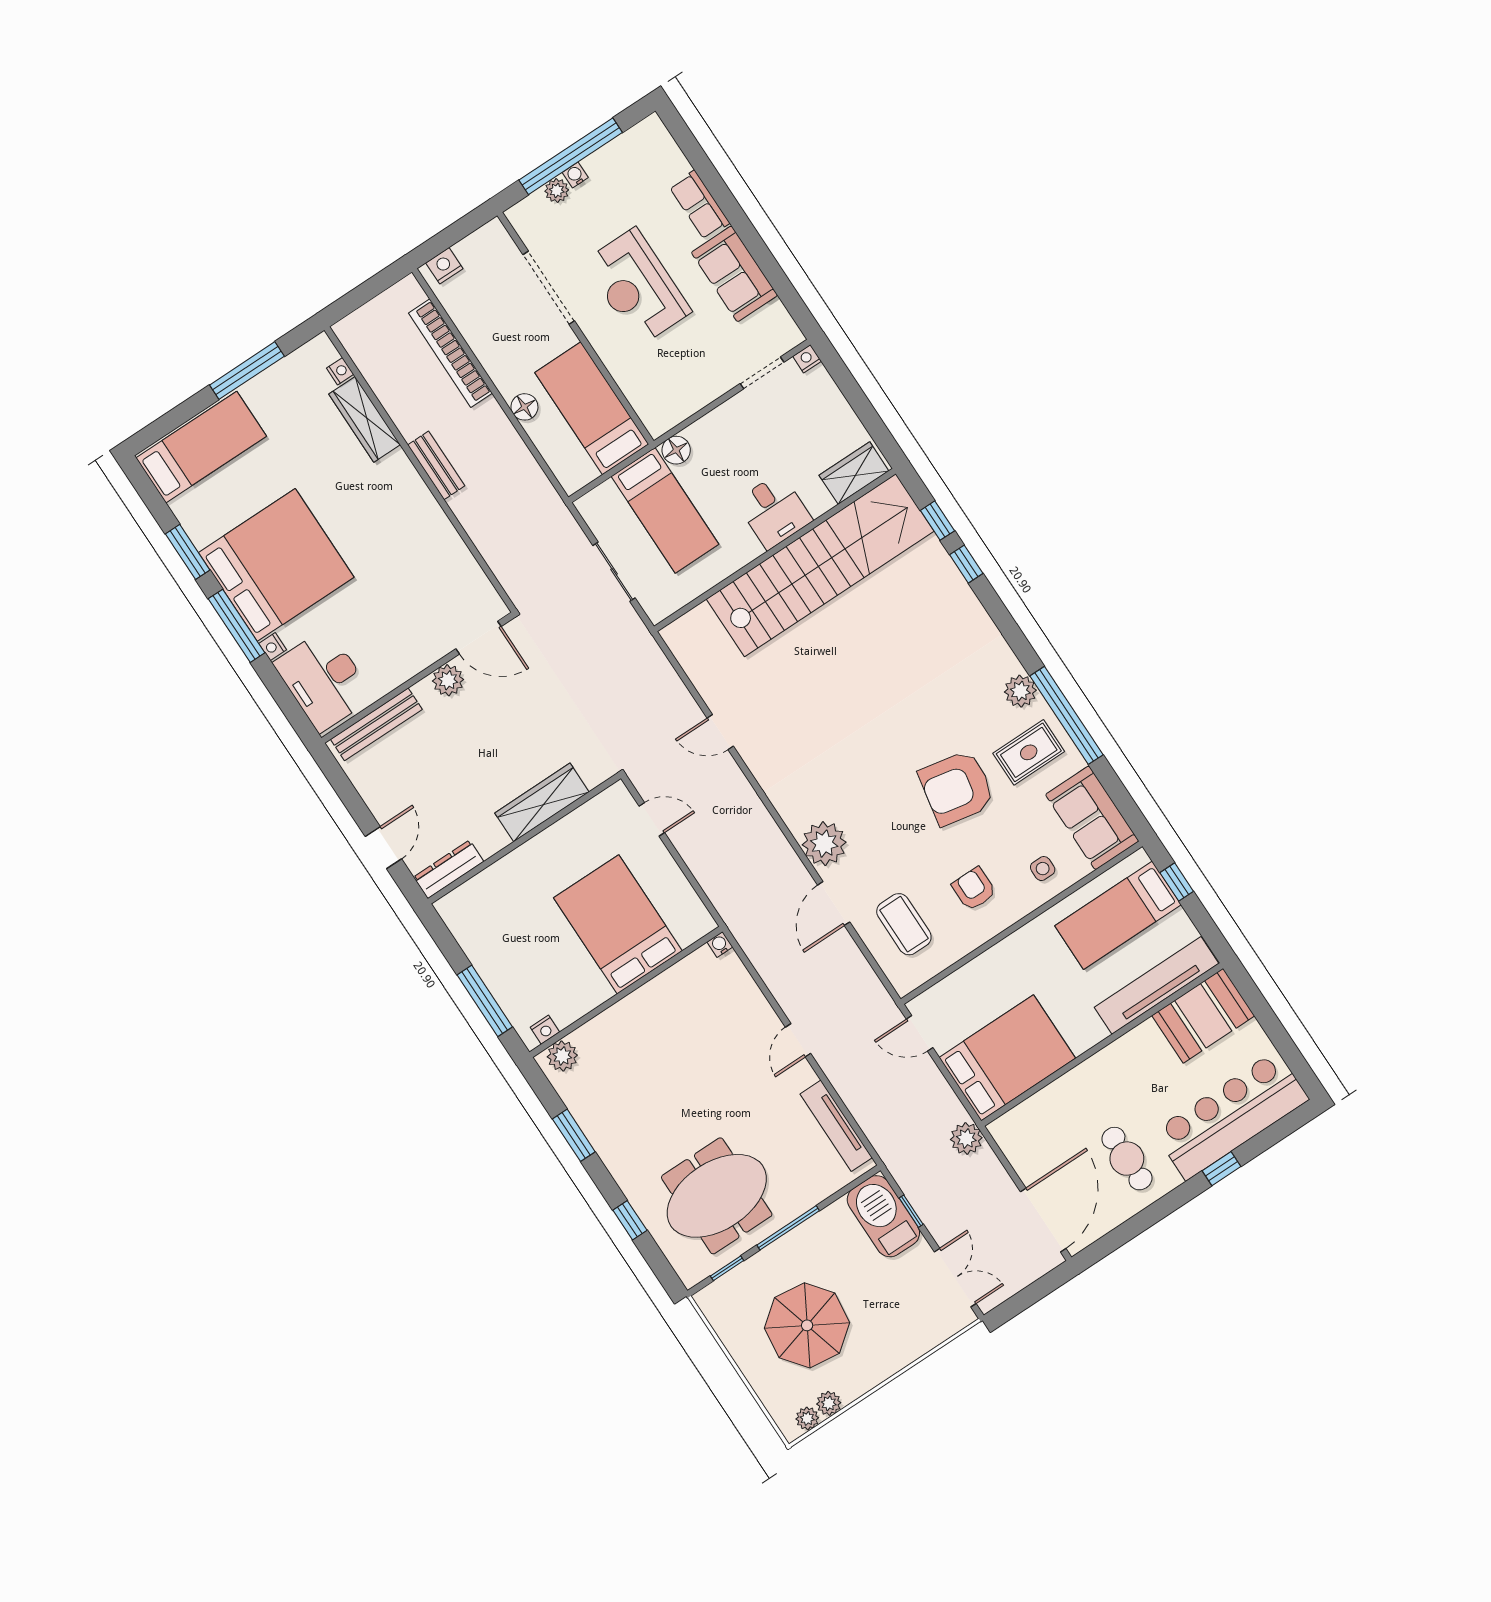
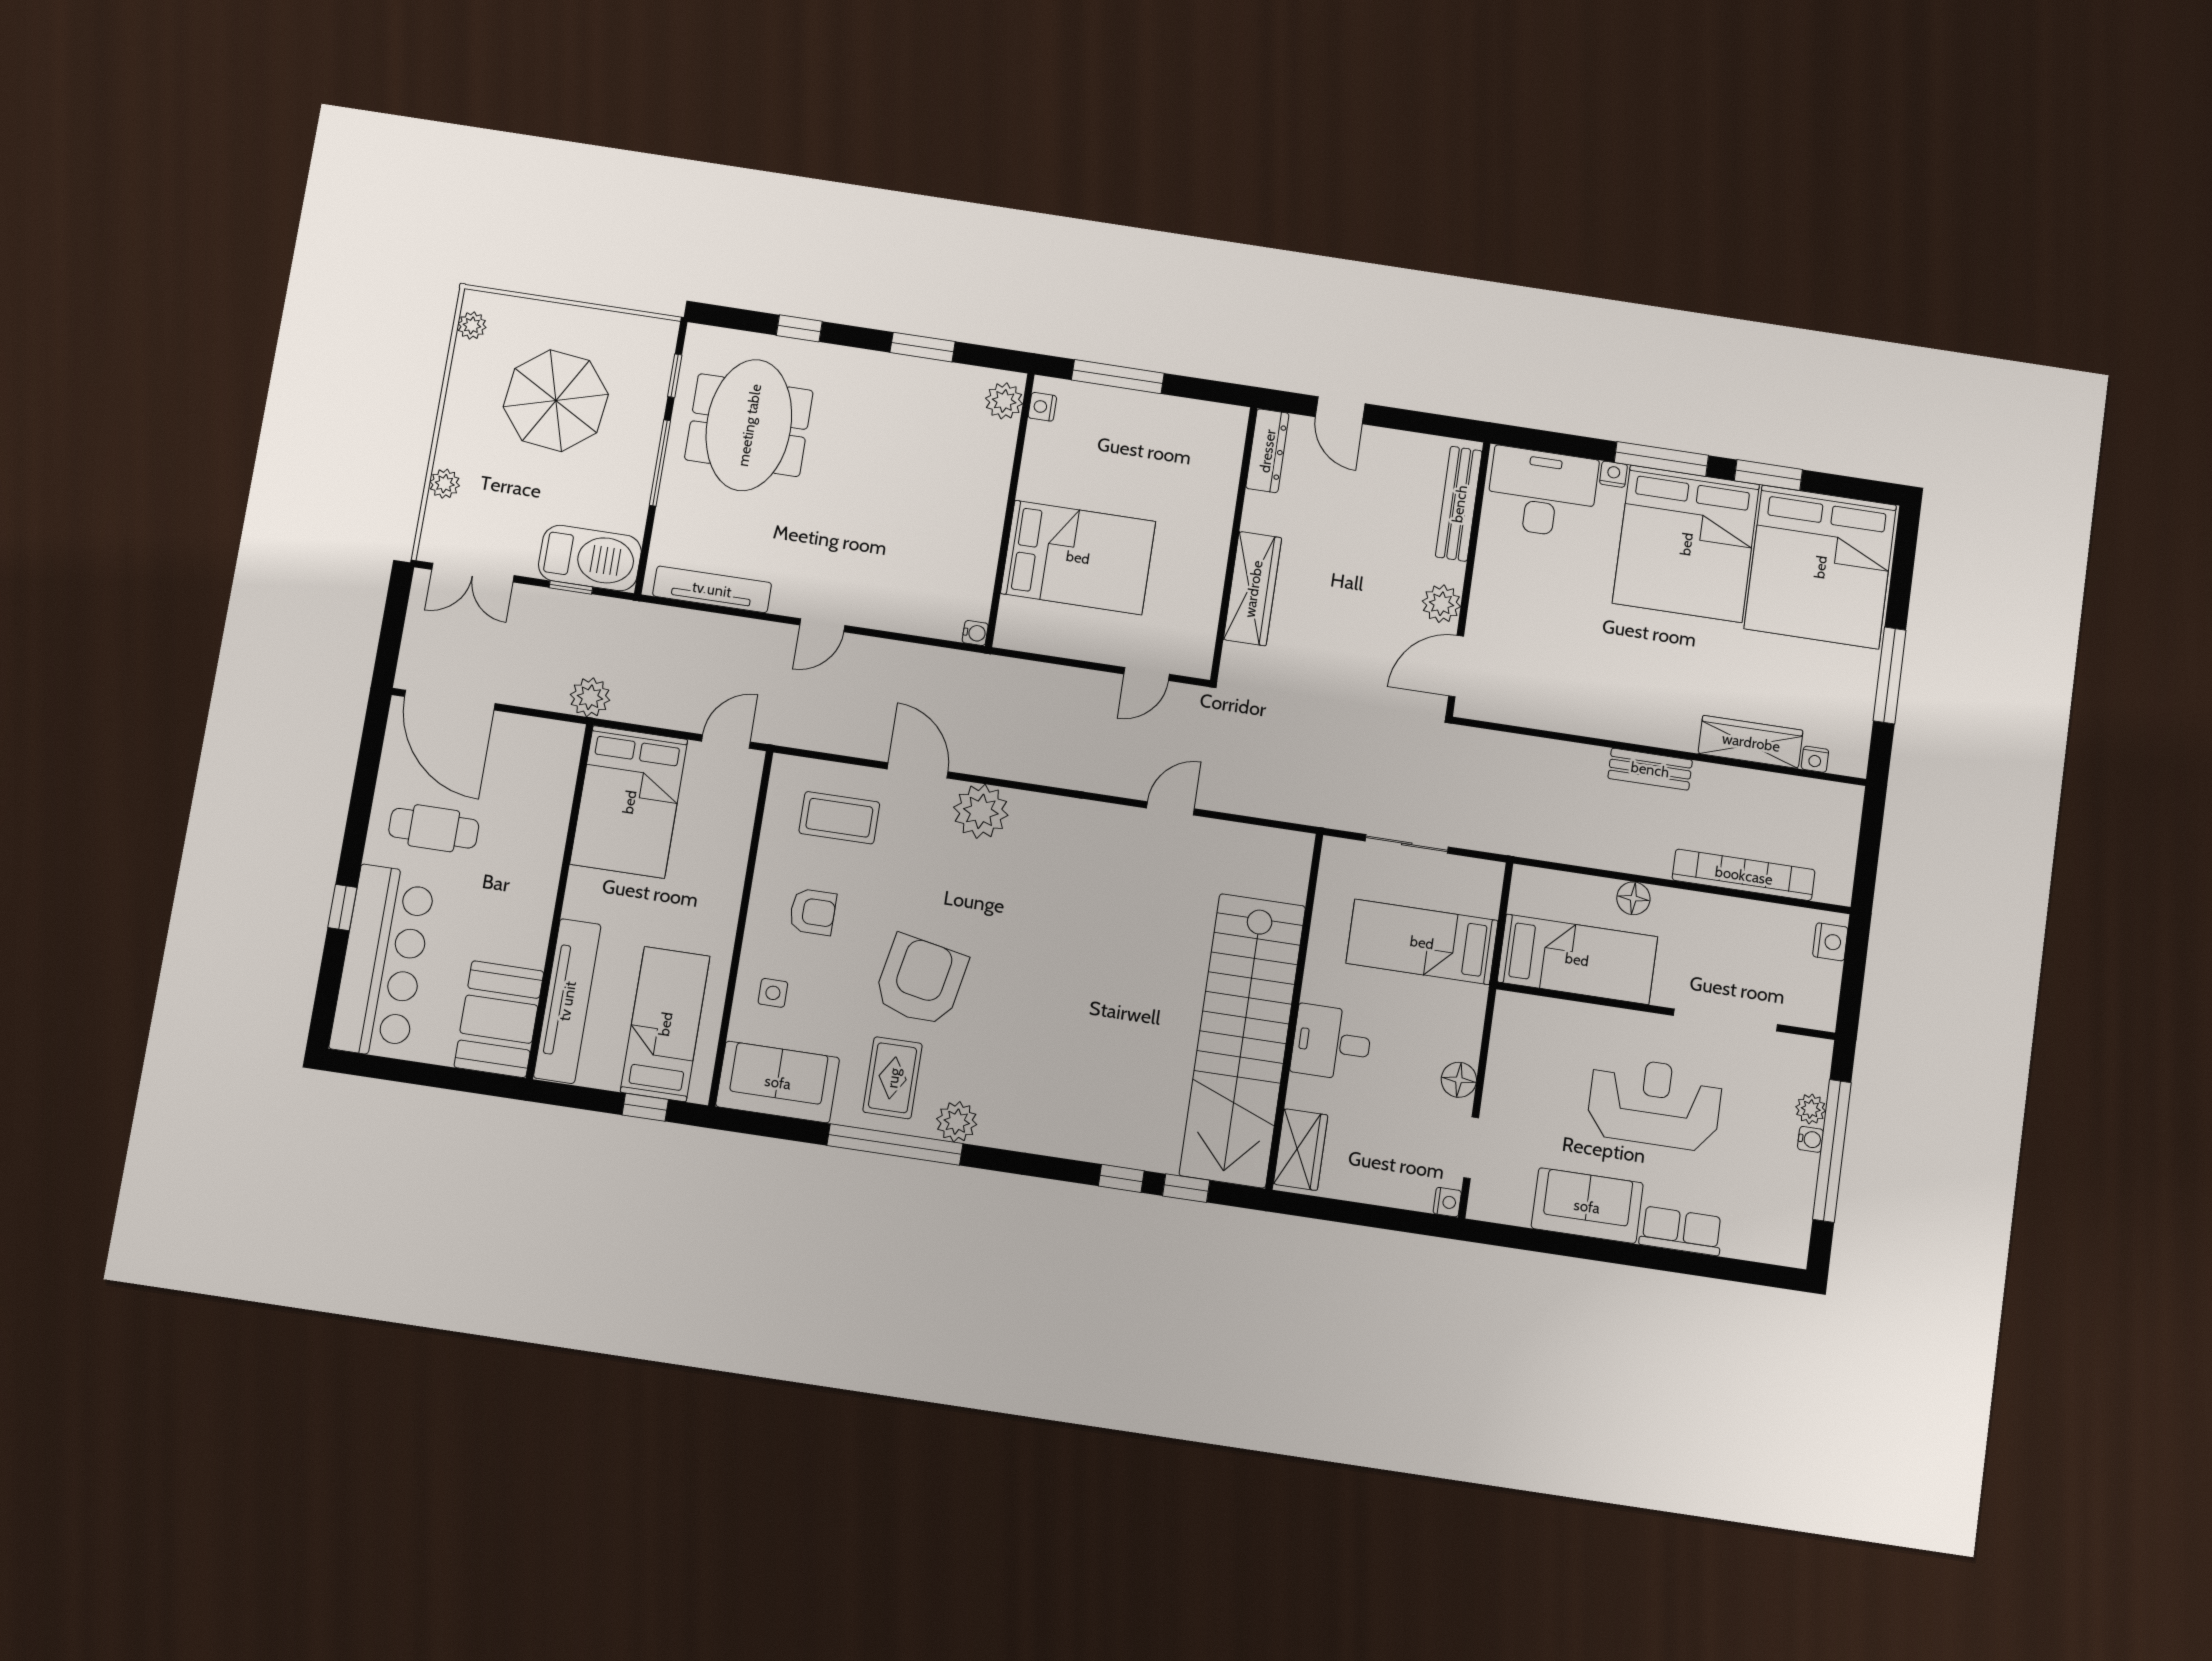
bed: (201, 447) -> (1820, 567), width x2.04
floor lamp: (676, 450) -> (1459, 1080), moved
door: (798, 1040) -> (822, 625), swing flipped
plant: (829, 1403) -> (445, 484), moved

